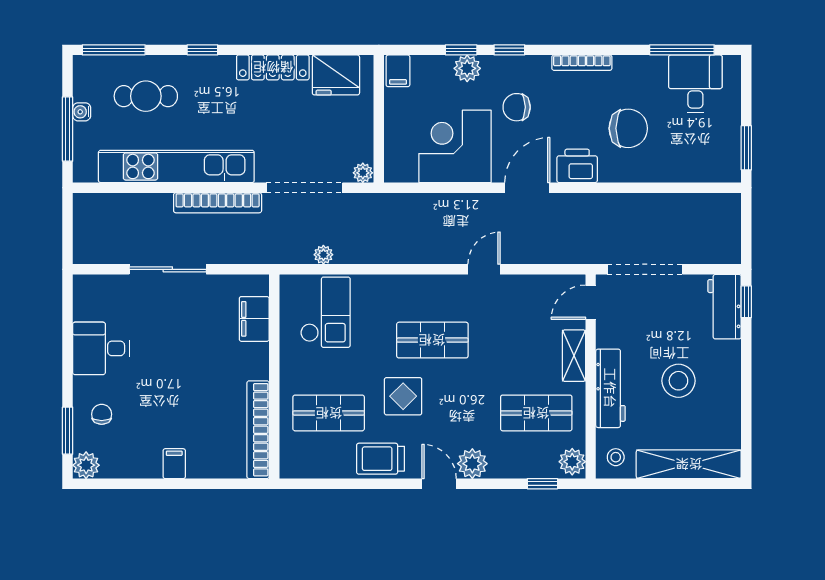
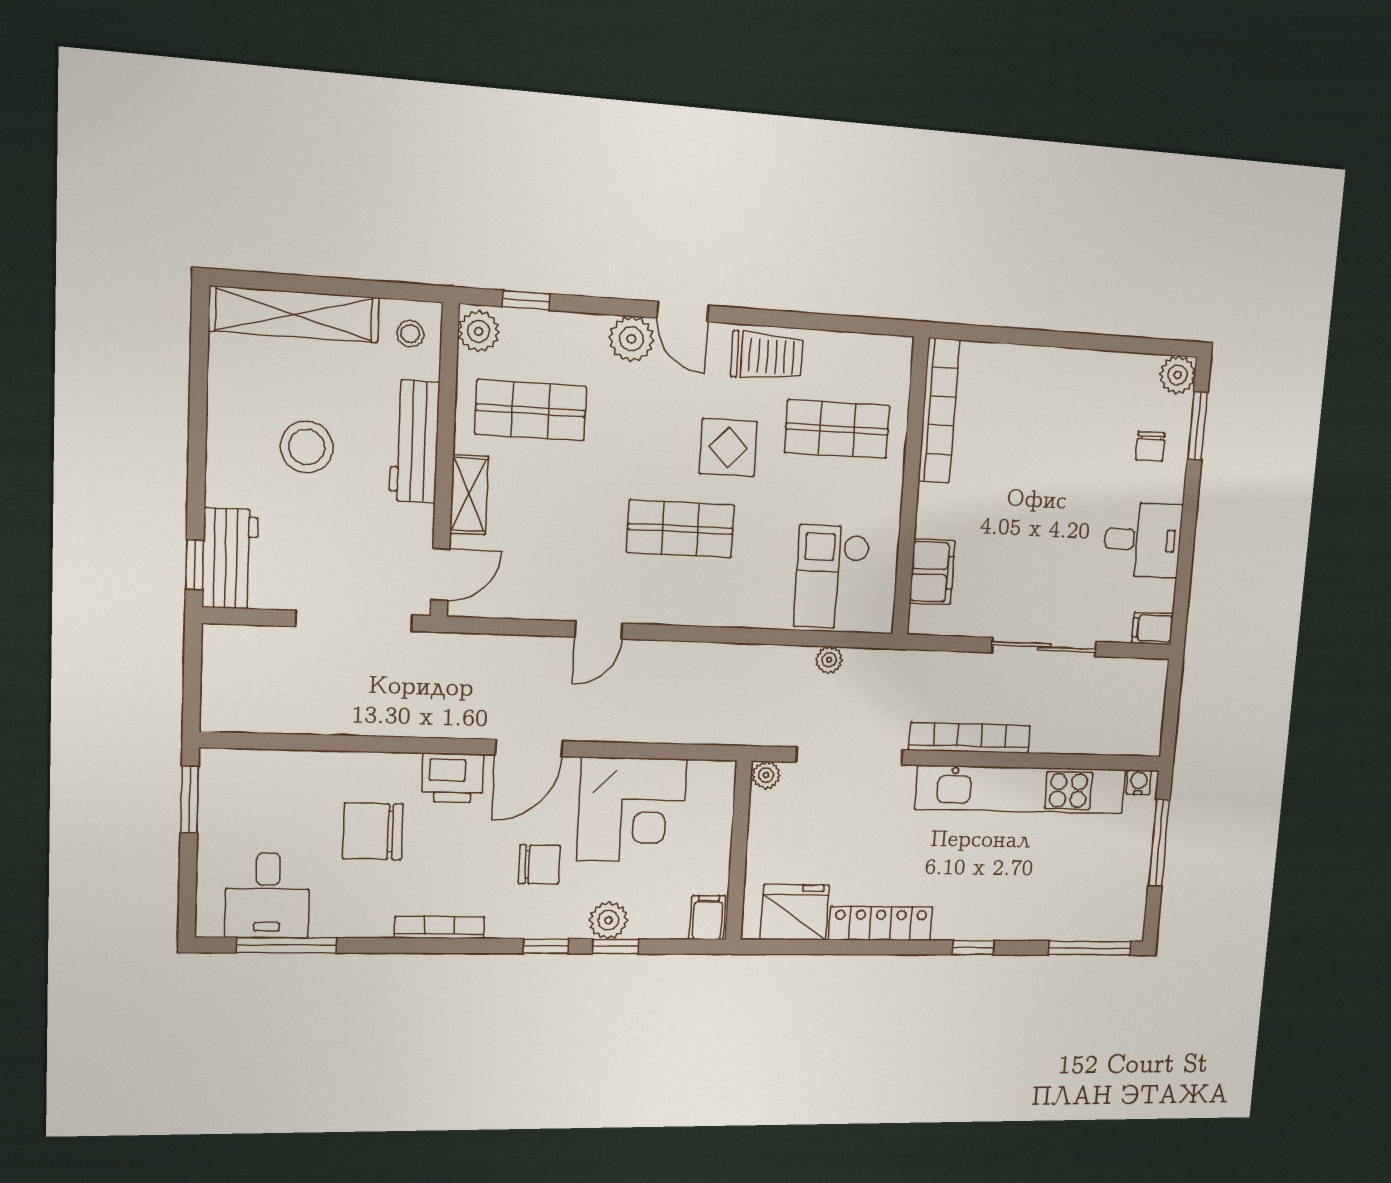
cafe table: (146, 96) -> (1053, 886), removed
water cooler: (82, 112) -> (1139, 782), moved, turned -90
filing cabinet: (174, 464) -> (1153, 628), moved, turned 90

